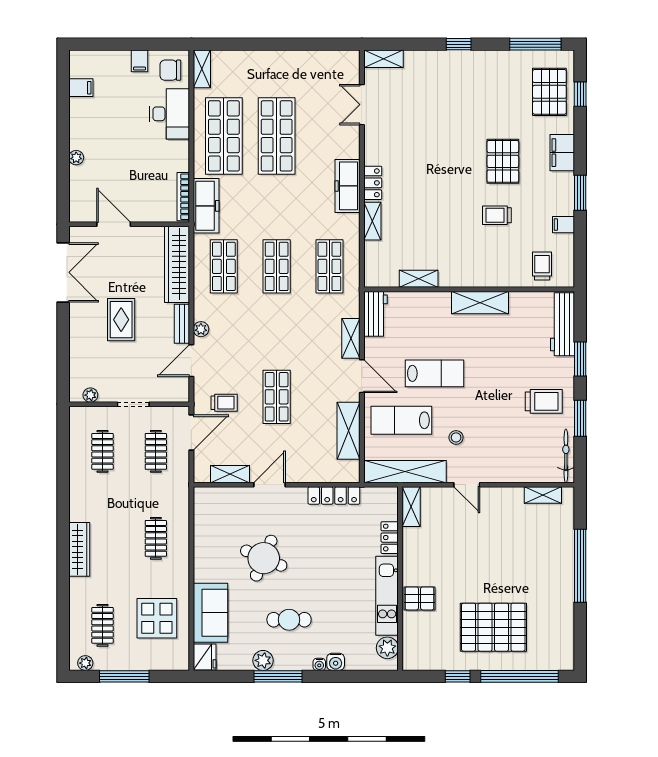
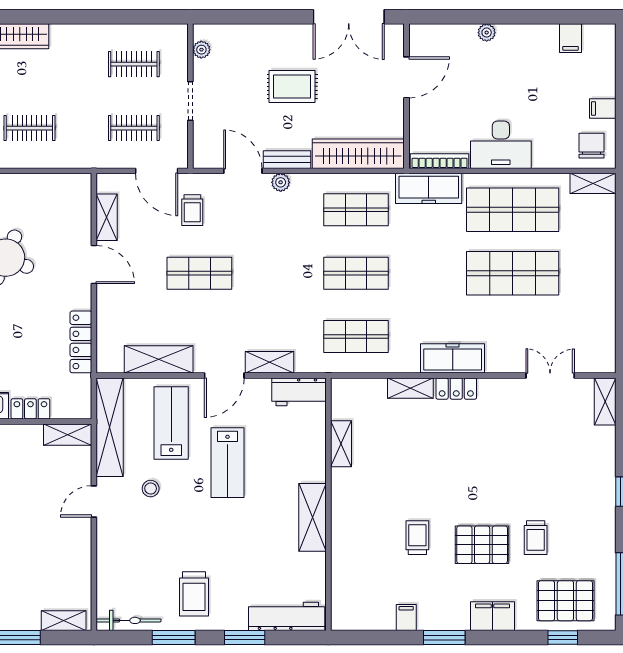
desk: (170, 114) -> (501, 145), moved
trolley: (542, 266) -> (536, 538), moved, turned 90
shelving: (543, 495) -> (64, 621), moved, turned 90

